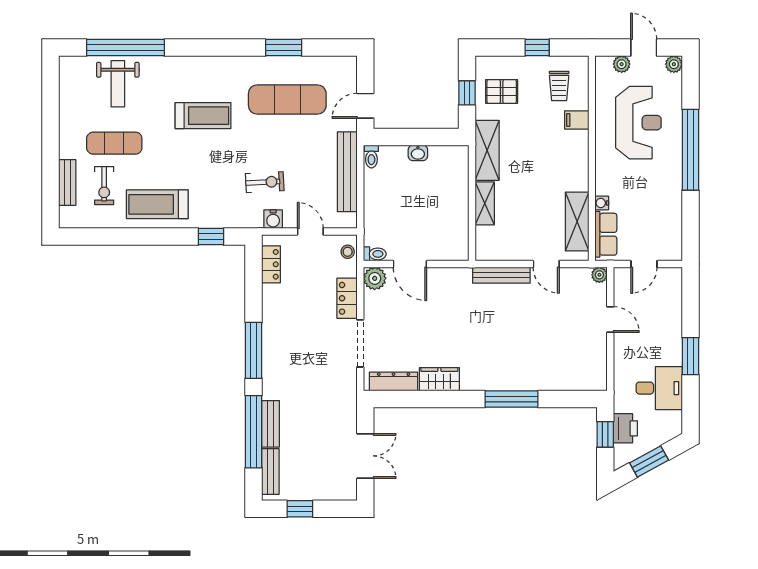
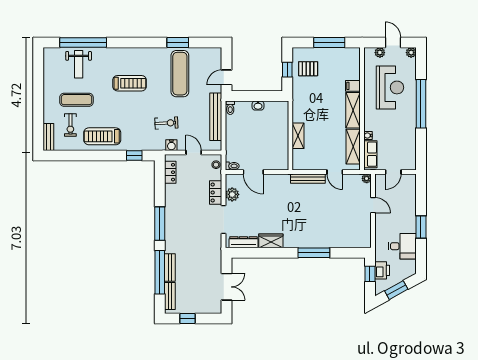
window: (537, 48) -> (329, 43), width x2.17
trolley: (559, 86) -> (342, 66), removed
exercise mat: (287, 100) -> (180, 74), turned 90
shelving: (487, 150) -> (353, 110), moved
bench: (67, 183) -> (48, 137), moved
plant: (375, 278) -> (232, 194), moved

